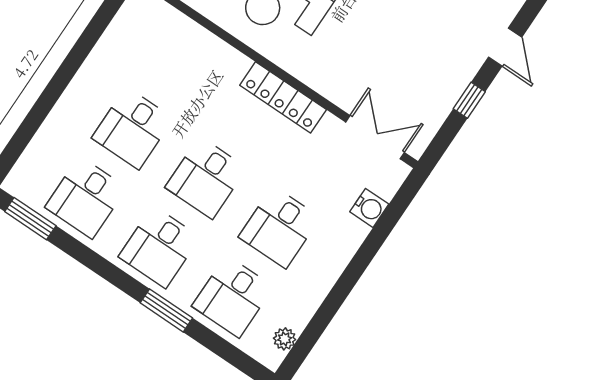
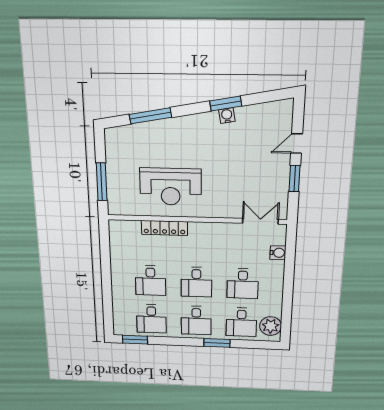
door: (505, 47) -> (297, 143), swing flipped
locker: (283, 97) -> (164, 228), moved
window: (469, 100) -> (295, 179), width x1.50
plant: (285, 339) -> (271, 326), width x1.88, depth x1.88

